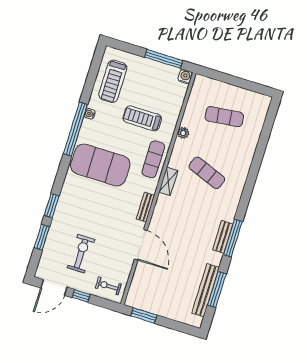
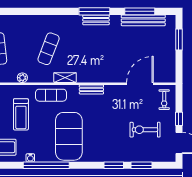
door: (141, 245) -> (140, 84), moved
window: (144, 315) -> (179, 39), moved

